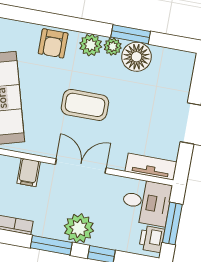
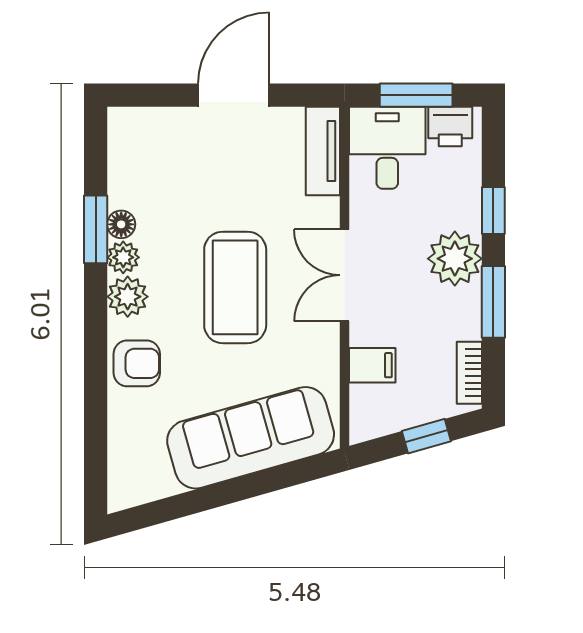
floor lamp: (136, 57) -> (121, 224), width x0.53, depth x0.53
coffee table: (85, 105) -> (235, 287), width x1.36, depth x1.32

